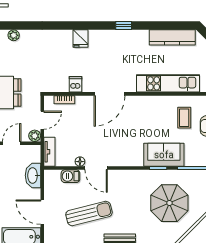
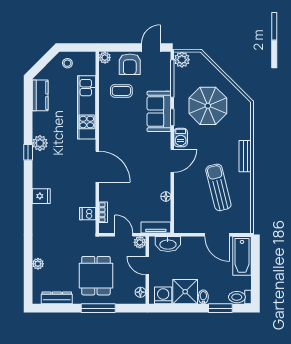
plant: (133, 37) -> (40, 143), added
kitchen counter: (172, 37) -> (40, 95), width x0.67
dishwasher: (75, 84) -> (88, 214), moved
door: (96, 168) -> (172, 161), moved
washbasin: (33, 175) -> (168, 244), moved
barbecue: (70, 176) -> (181, 137), moved
door: (42, 212) -> (217, 235), hinge flipped

